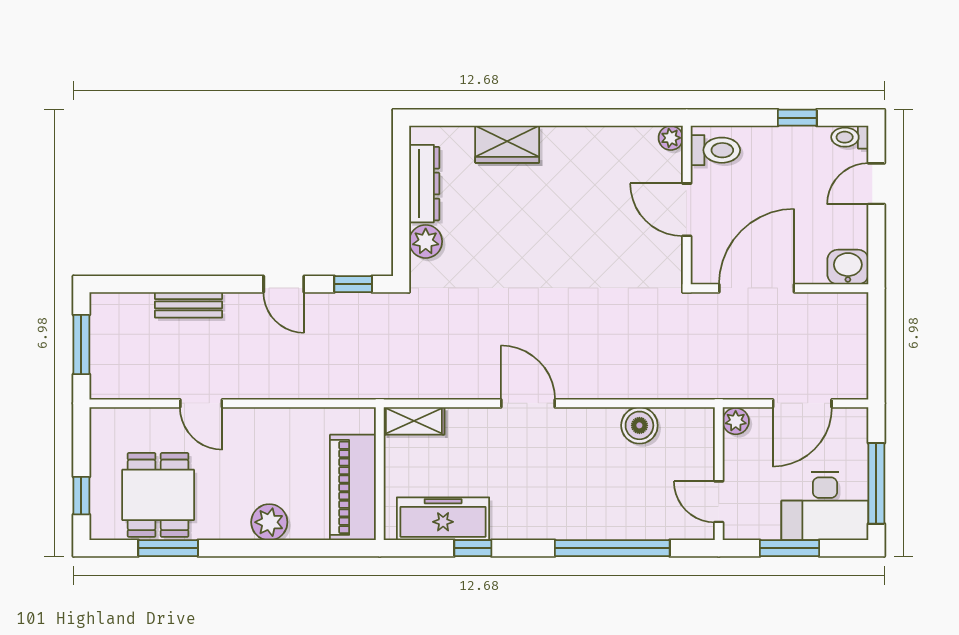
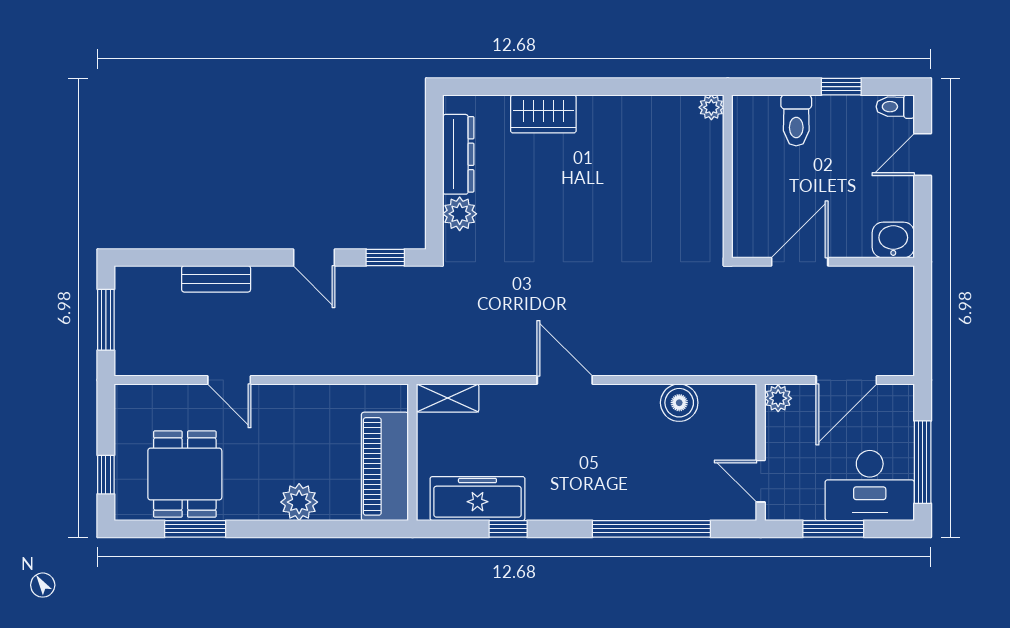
toilet: (715, 150) -> (796, 120), moved, turned 90
door: (687, 210) -> (728, 181), removed
door: (757, 288) -> (800, 262), width x0.73

